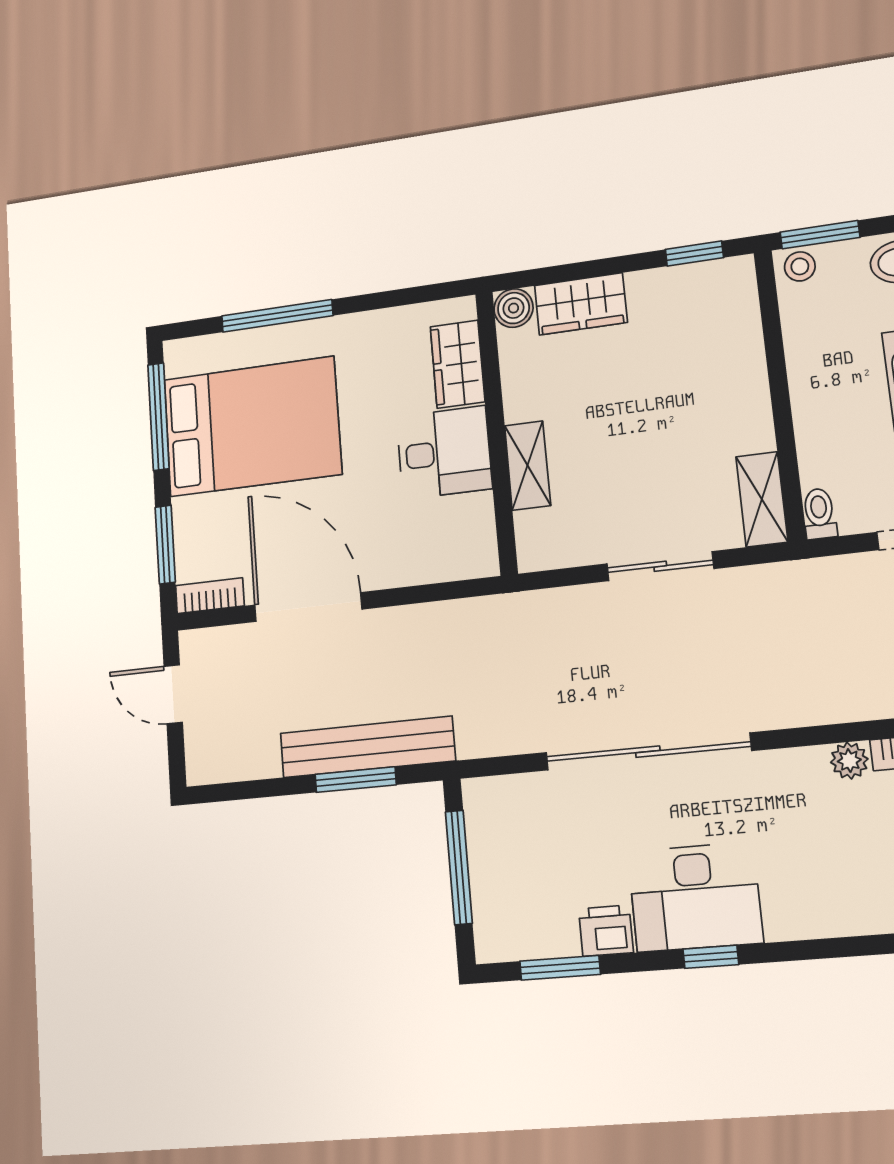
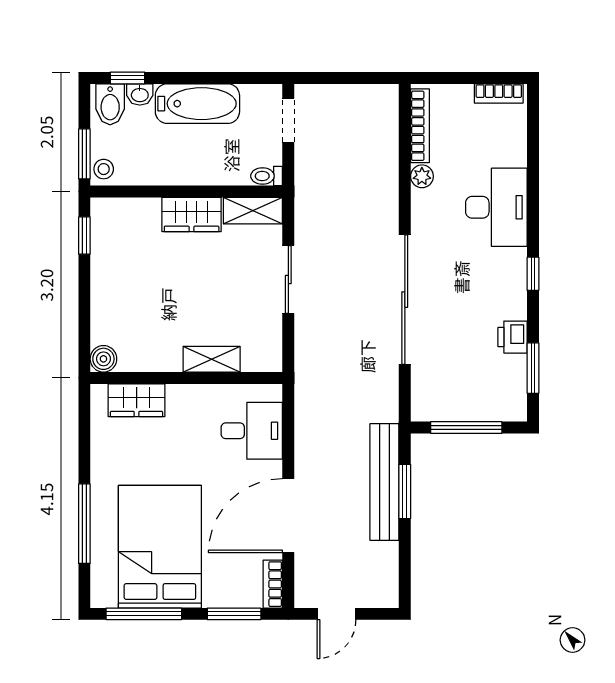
wardrobe: (581, 304) -> (192, 215), moved, turned 90
desk: (444, 453) -> (252, 431), moved, turned 90
desk: (695, 897) -> (496, 207), moved

